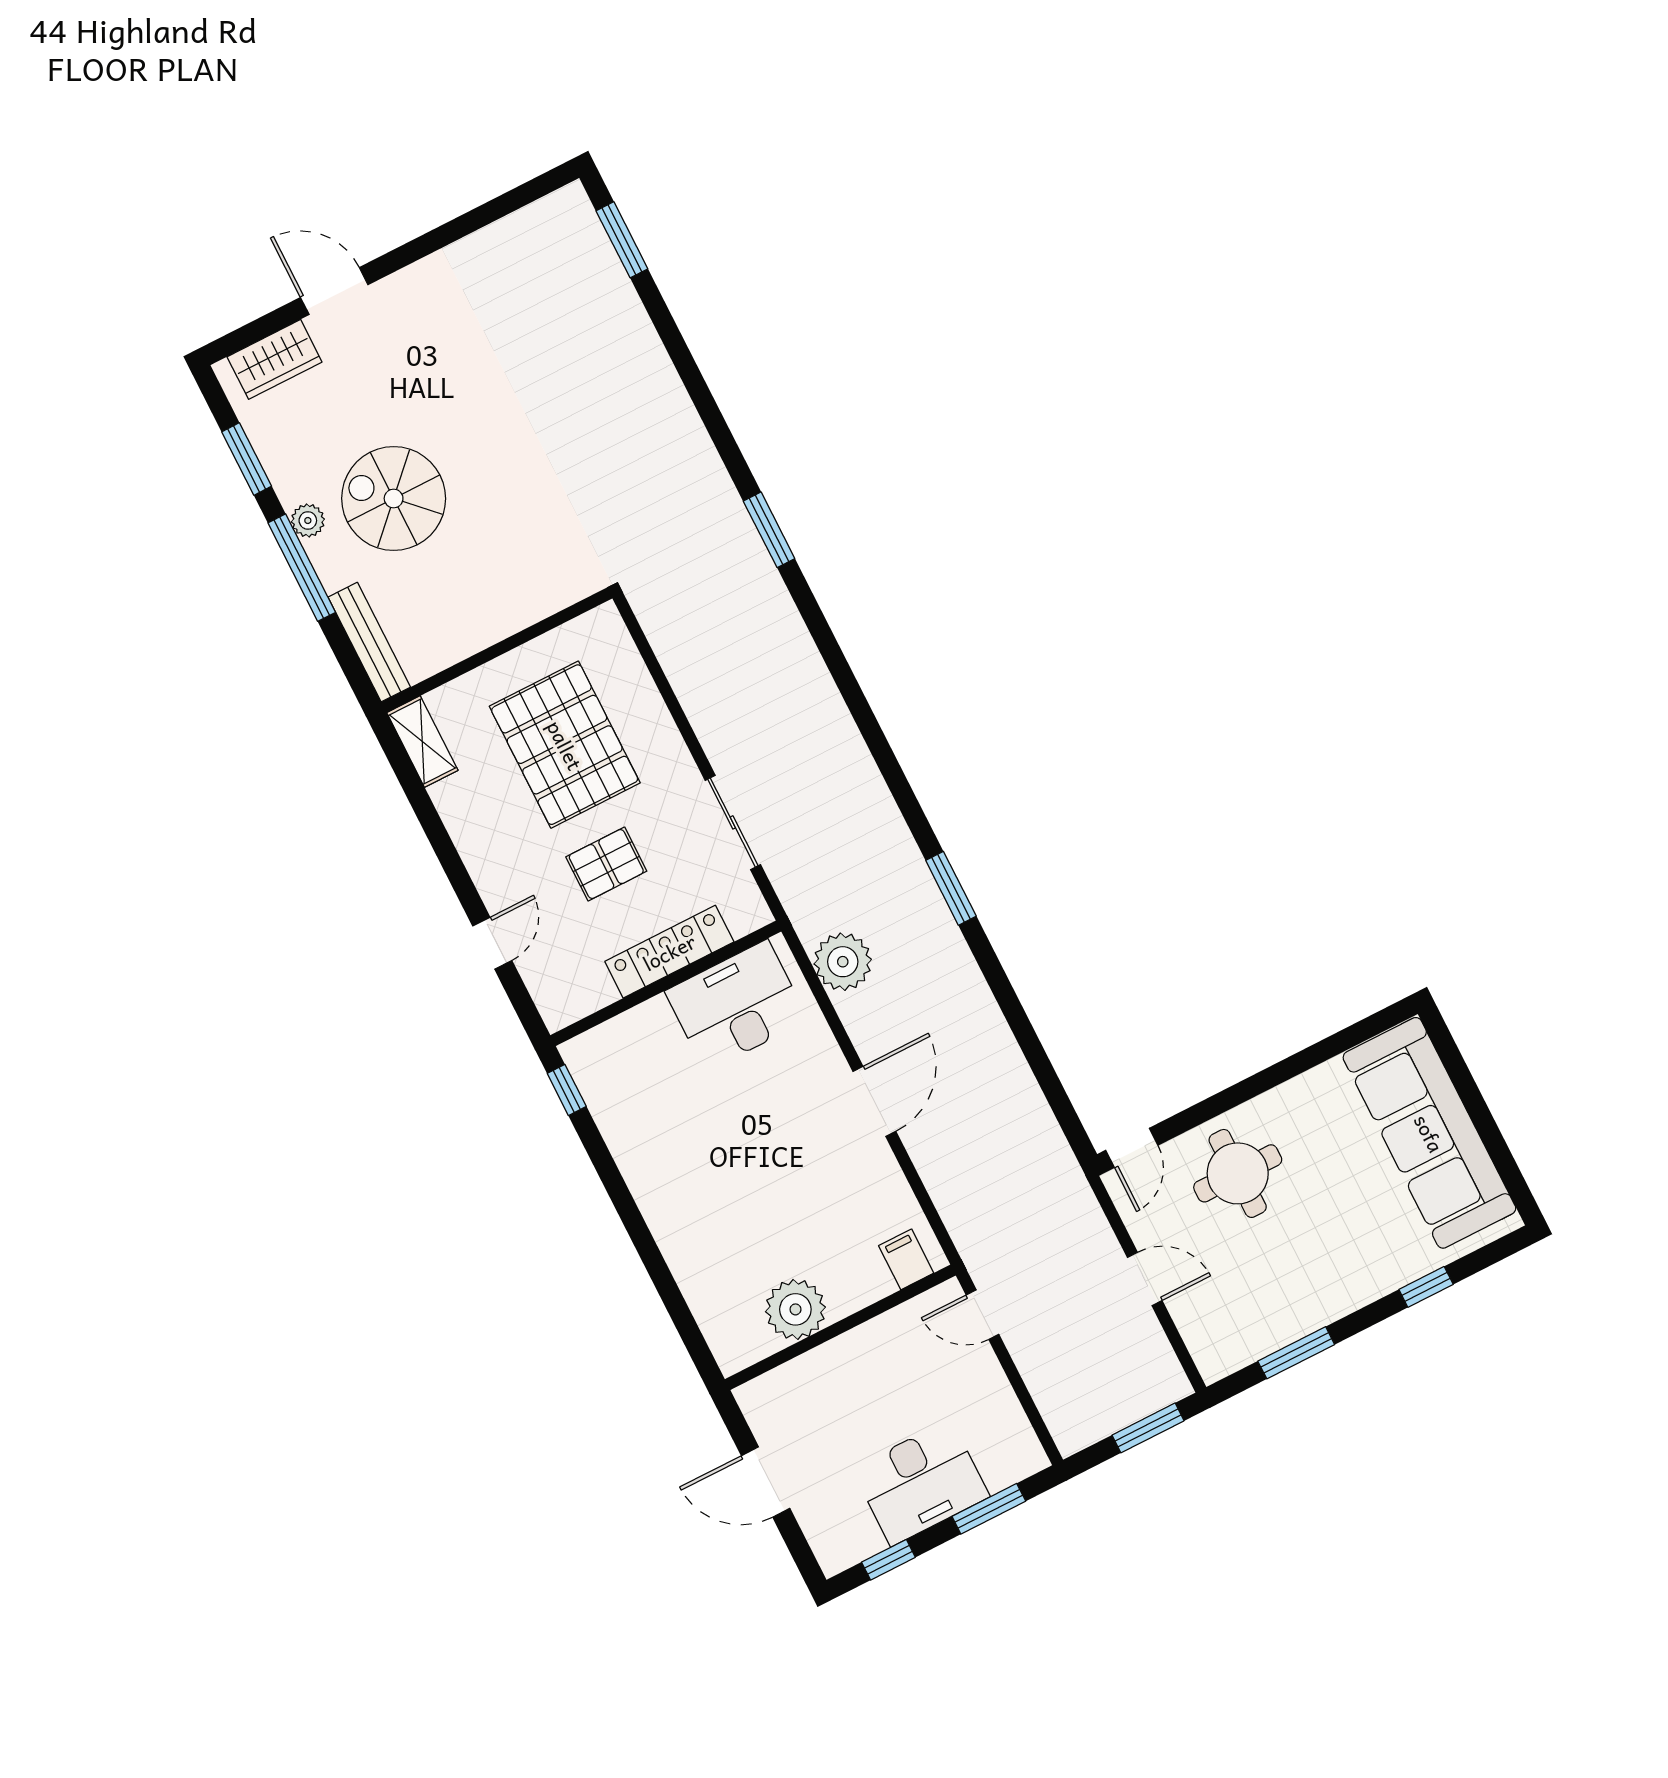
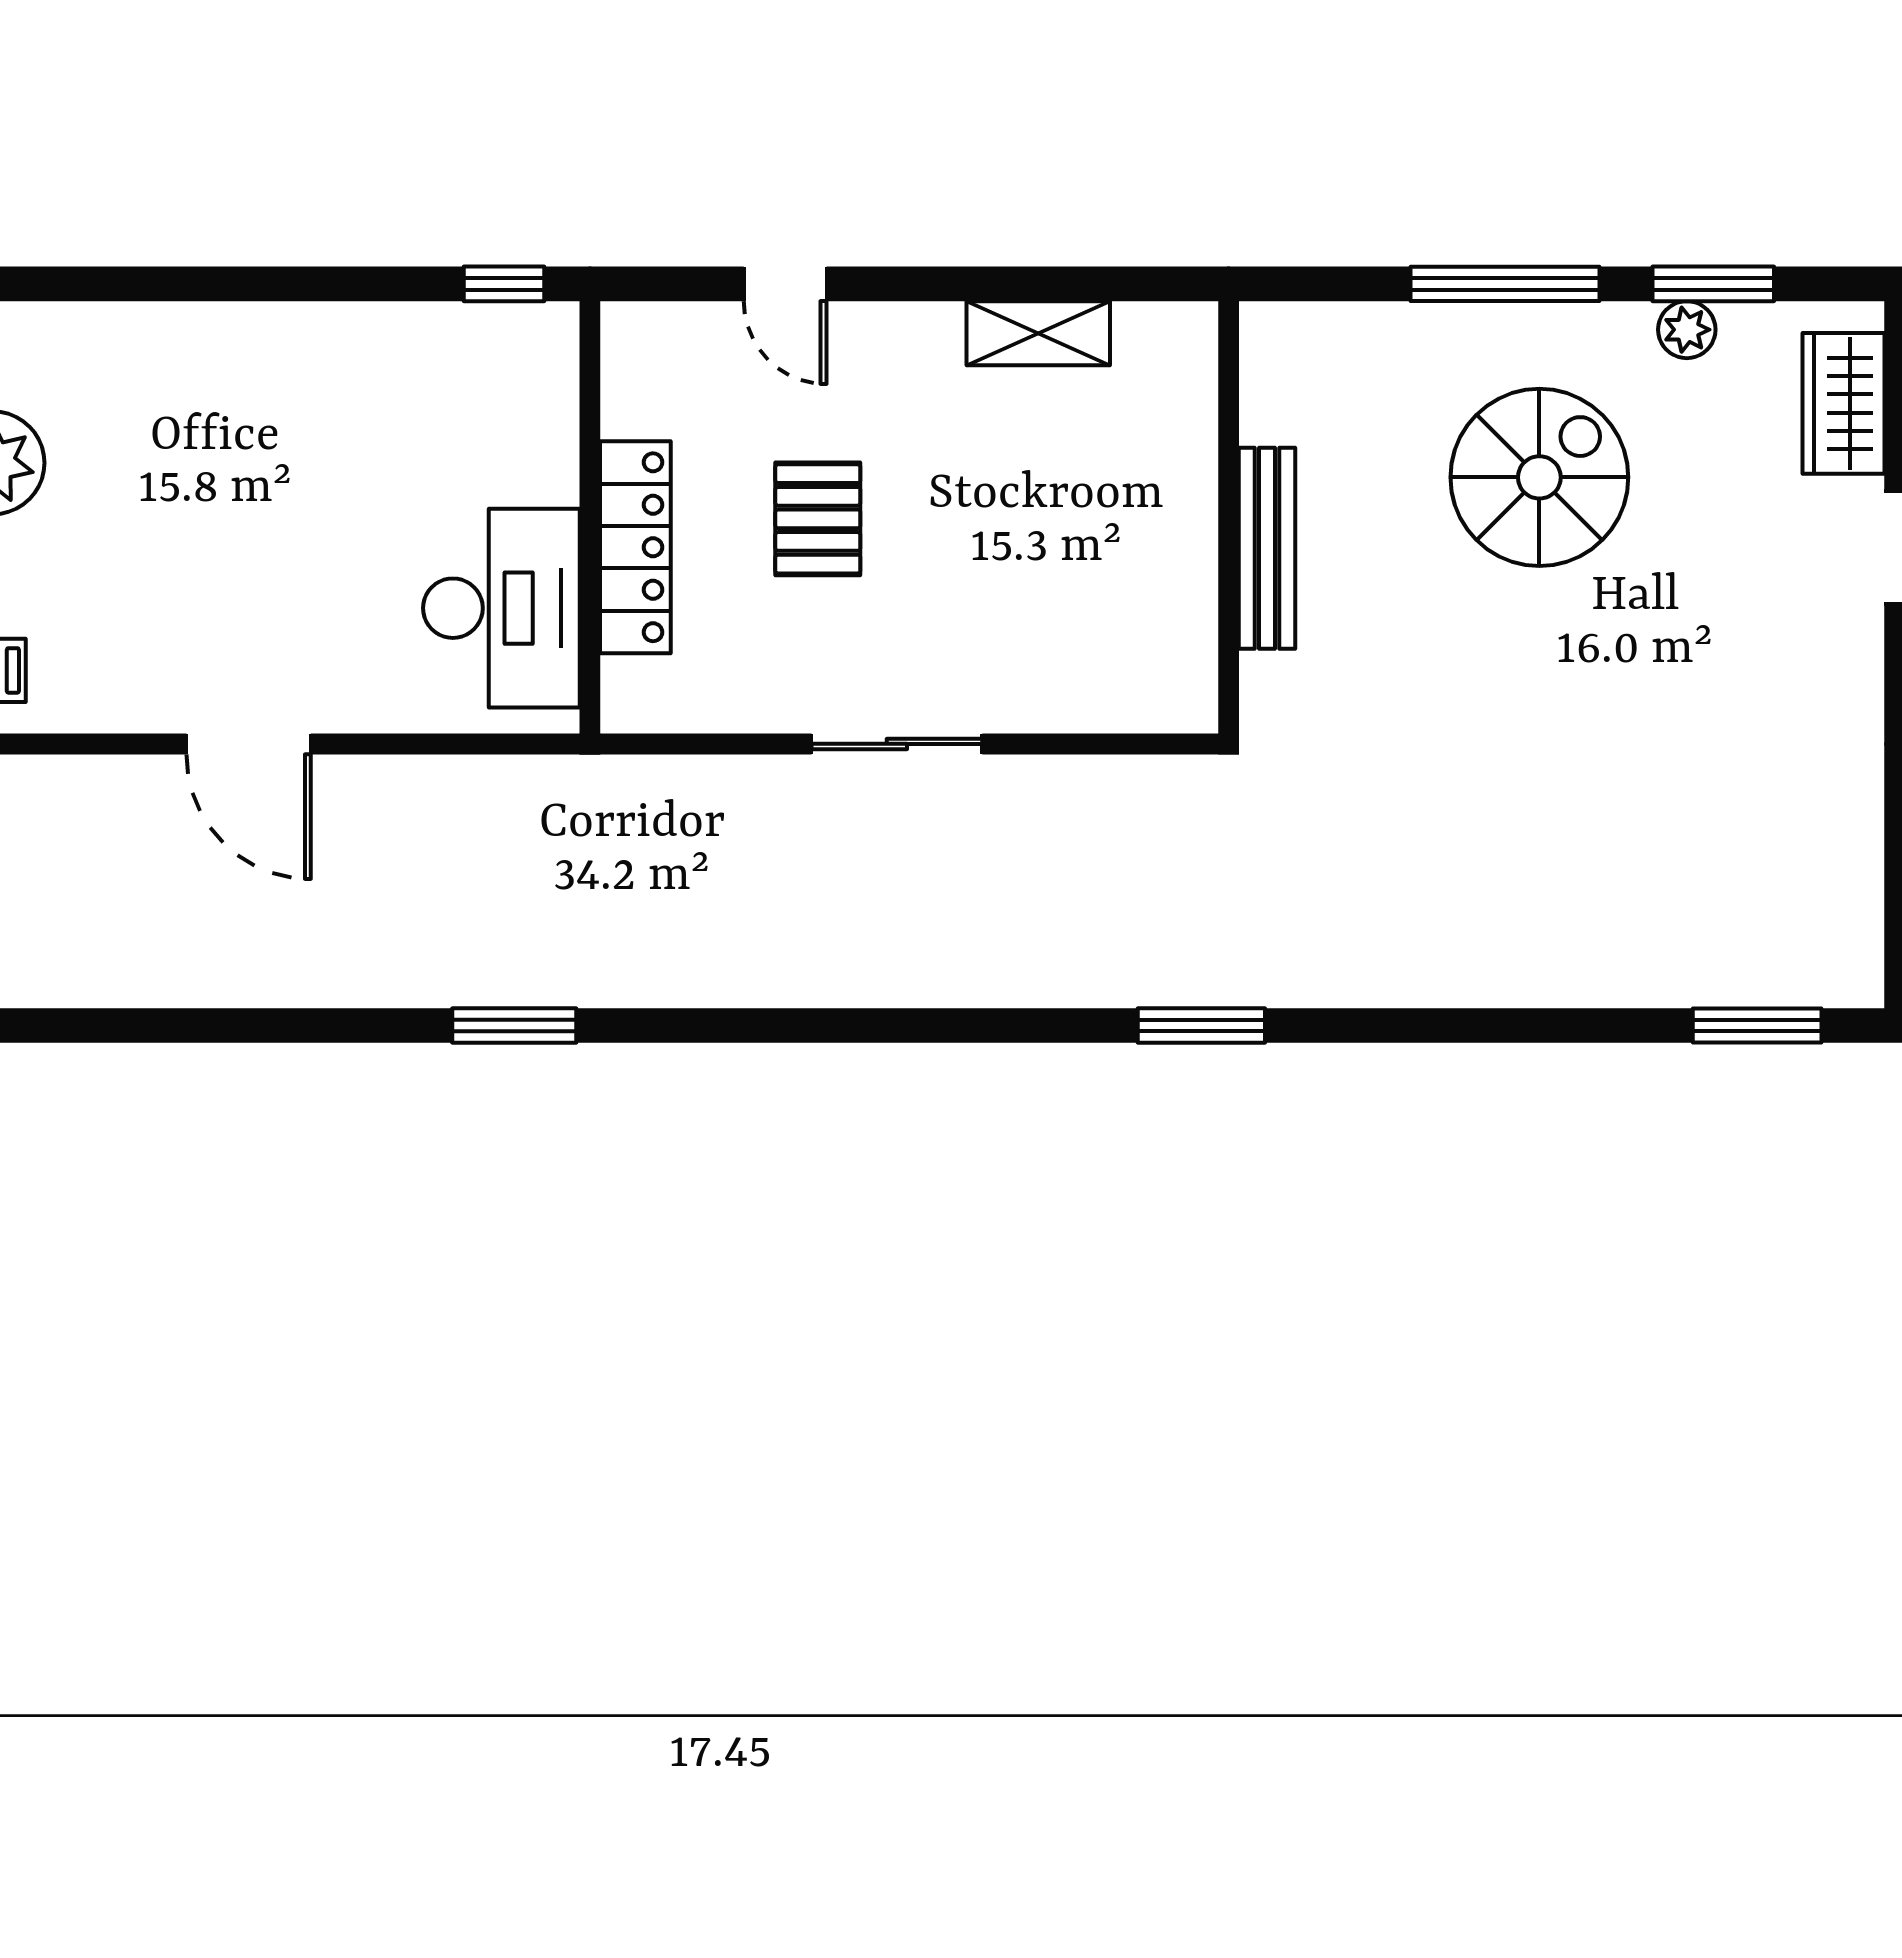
plant: (308, 520) -> (1687, 330), moved
bench: (369, 642) -> (1267, 548), moved, turned 90
shelving: (422, 742) -> (1038, 333), moved
pallet: (565, 745) -> (1032, 548), removed
sliding door: (733, 822) -> (897, 744), moved
plant: (843, 962) -> (486, 804), removed

